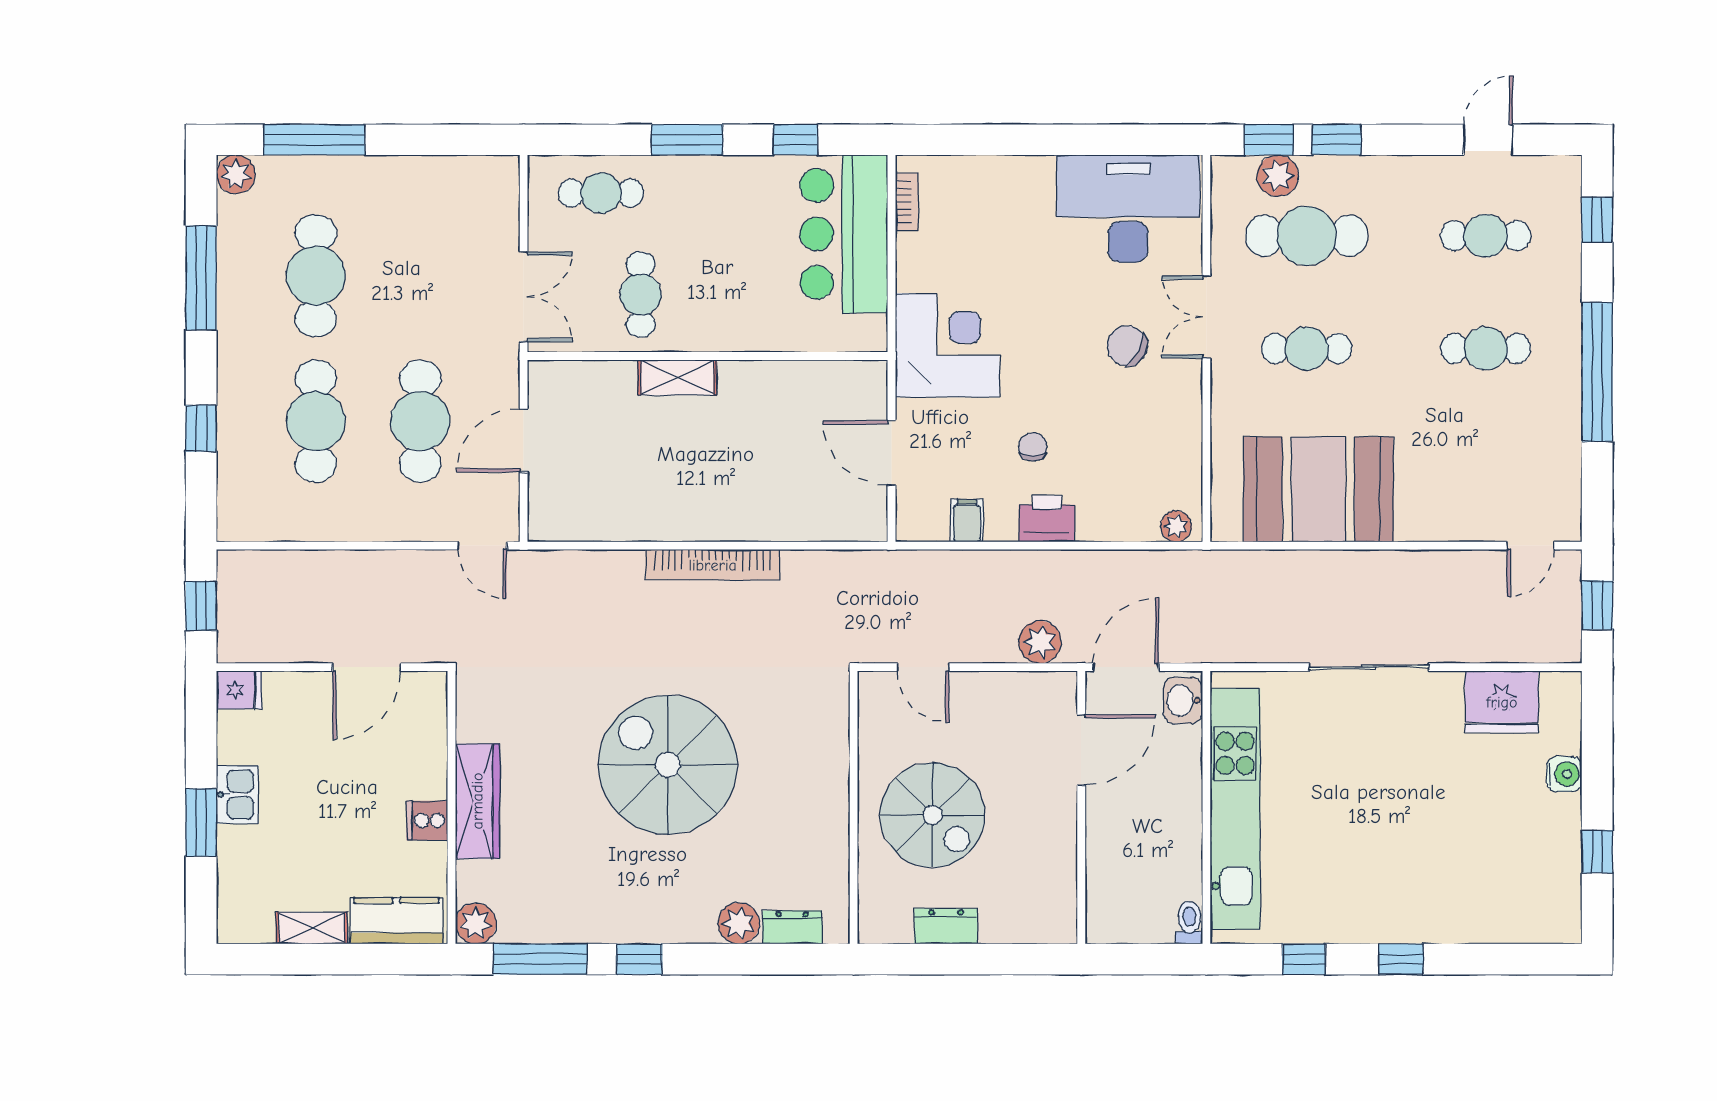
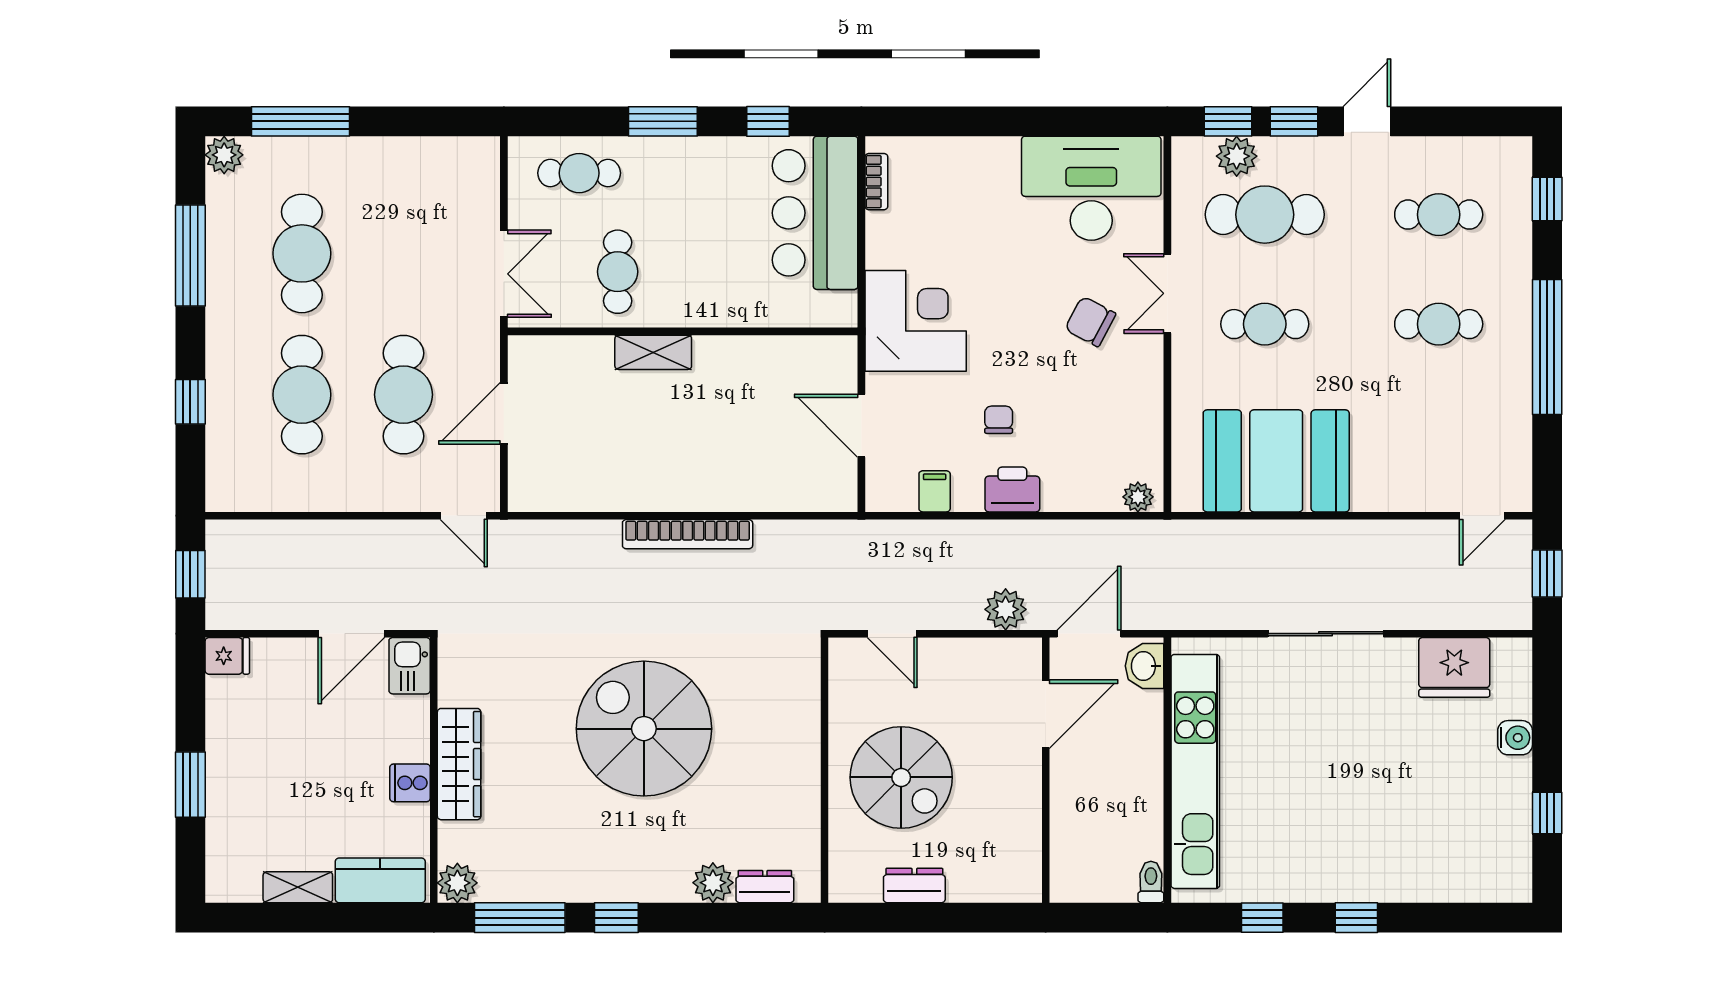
door: (1488, 140) -> (1367, 121), moved
kitchen sink: (237, 795) -> (410, 666), moved, turned 180

